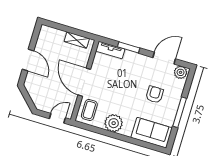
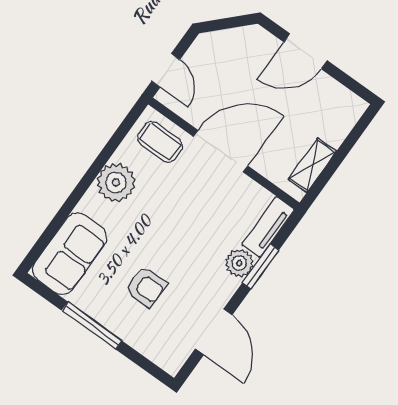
plant: (181, 72) -> (239, 263), moved

